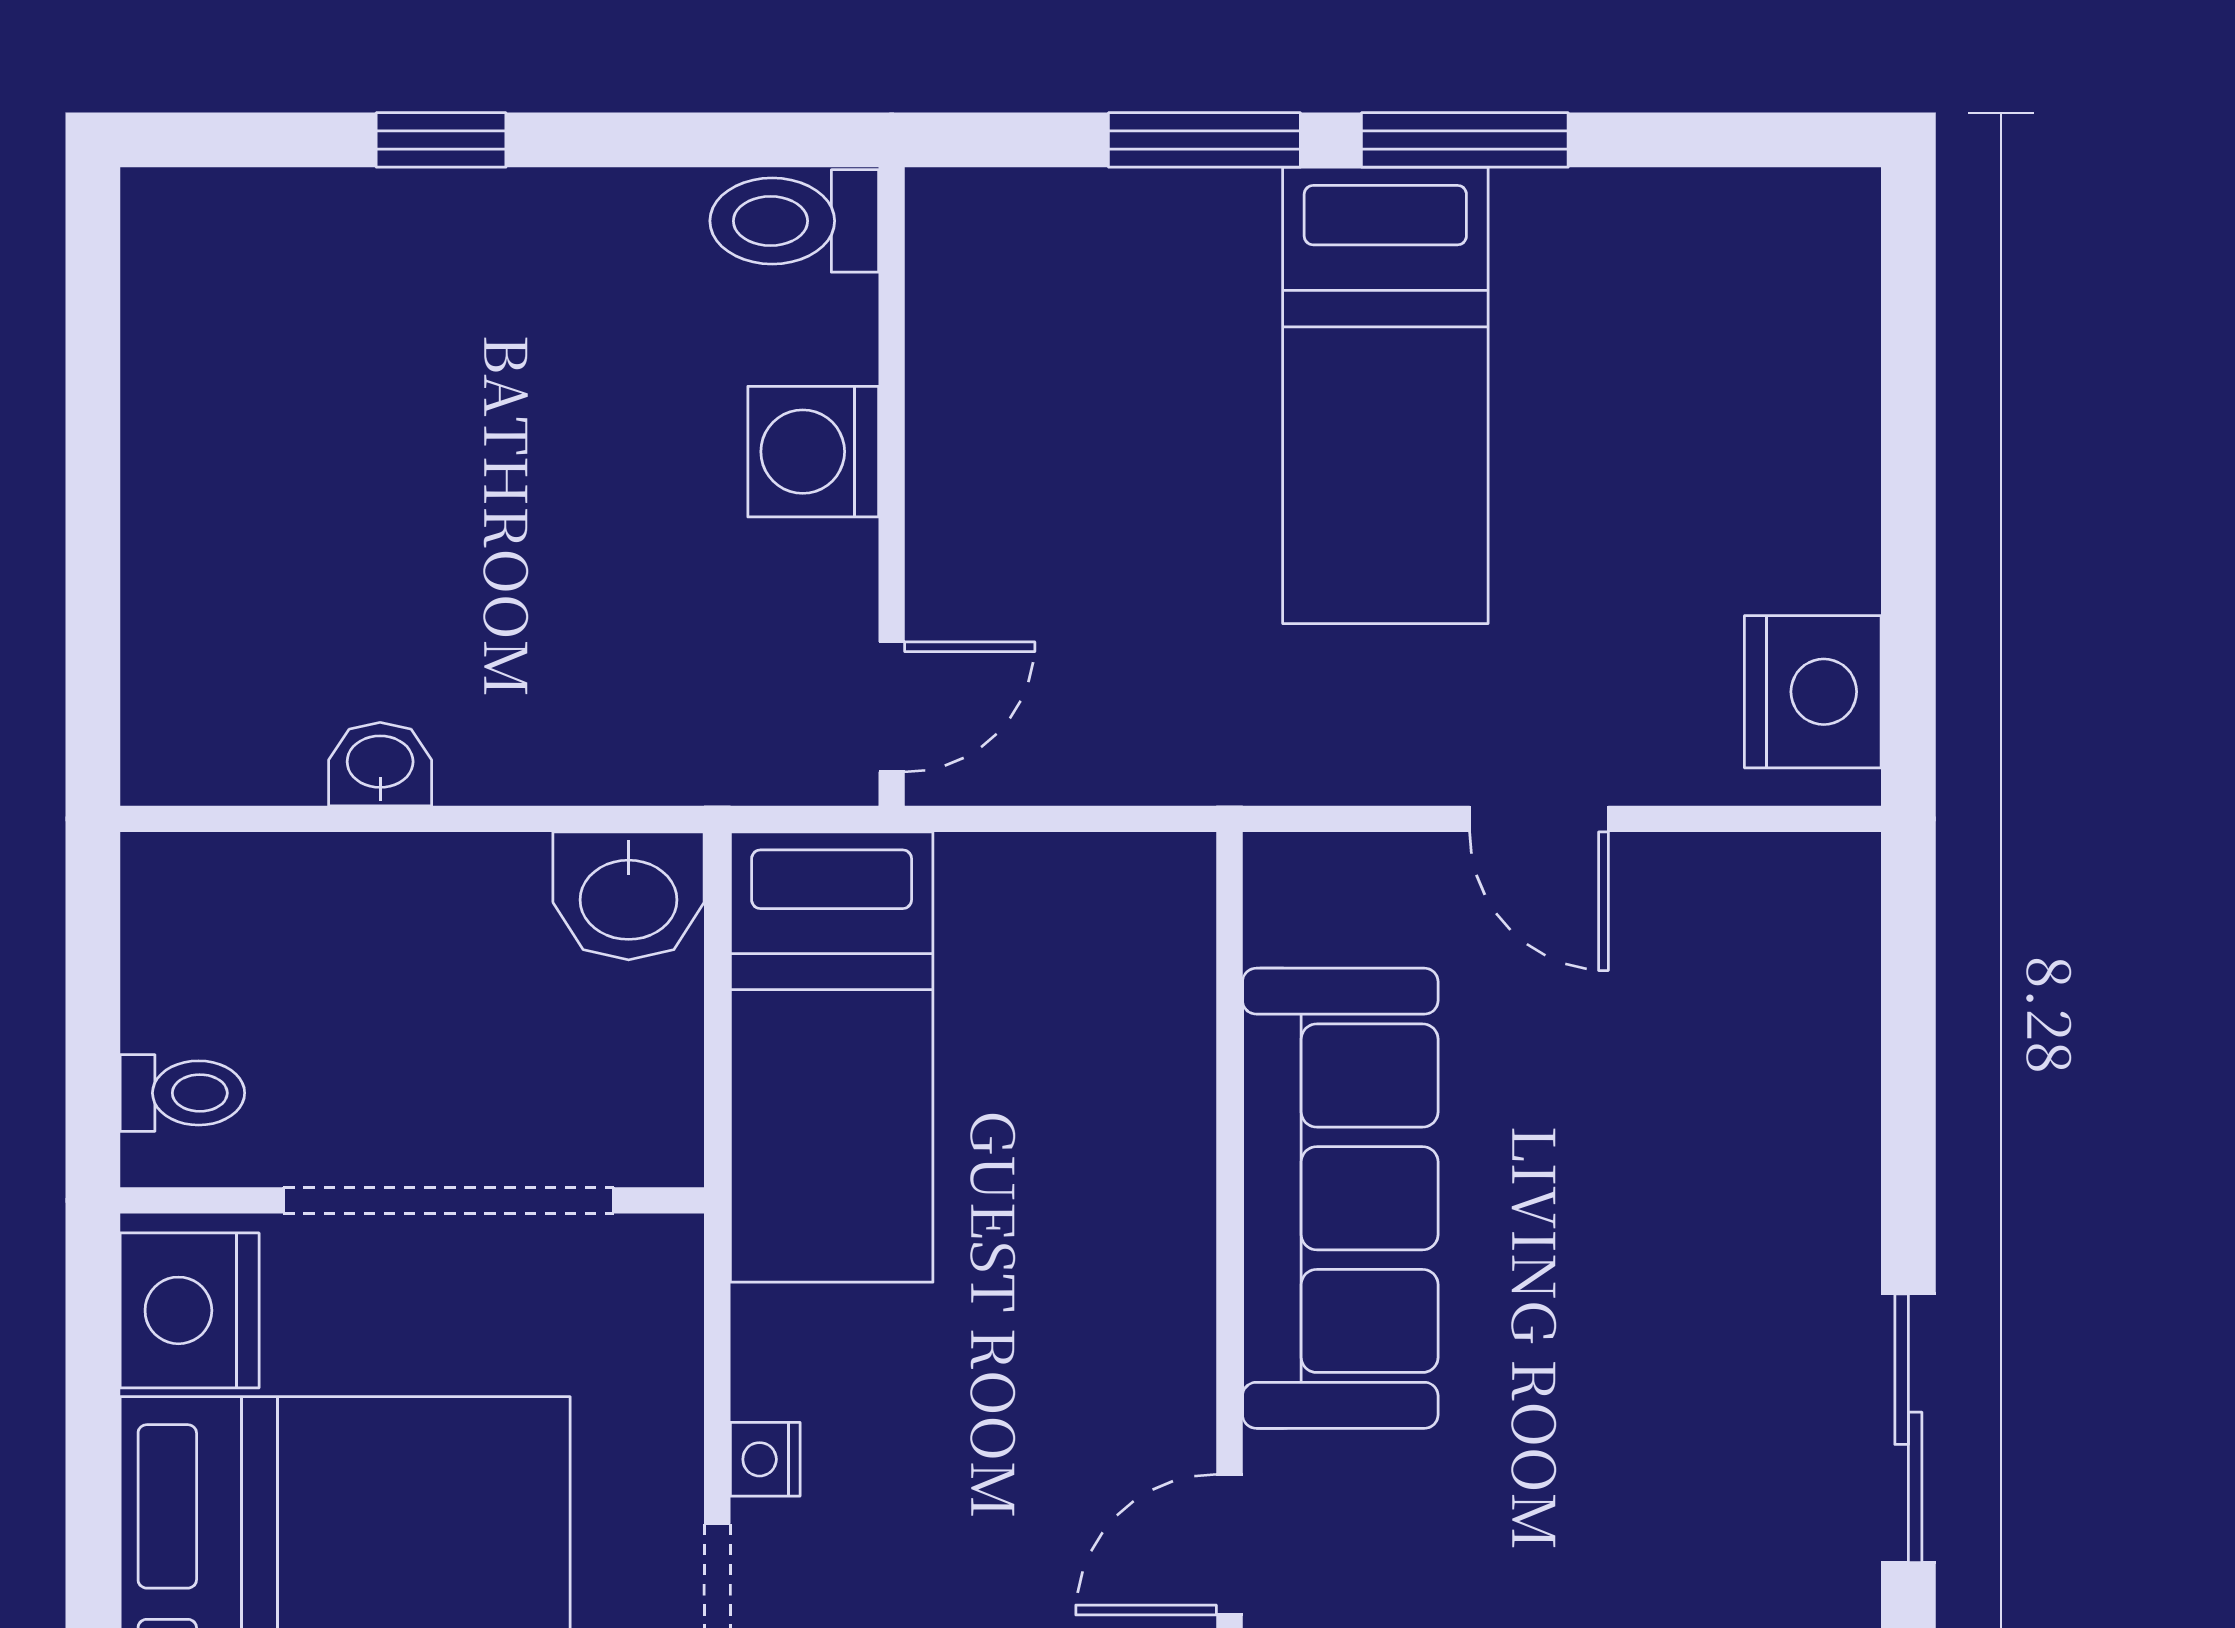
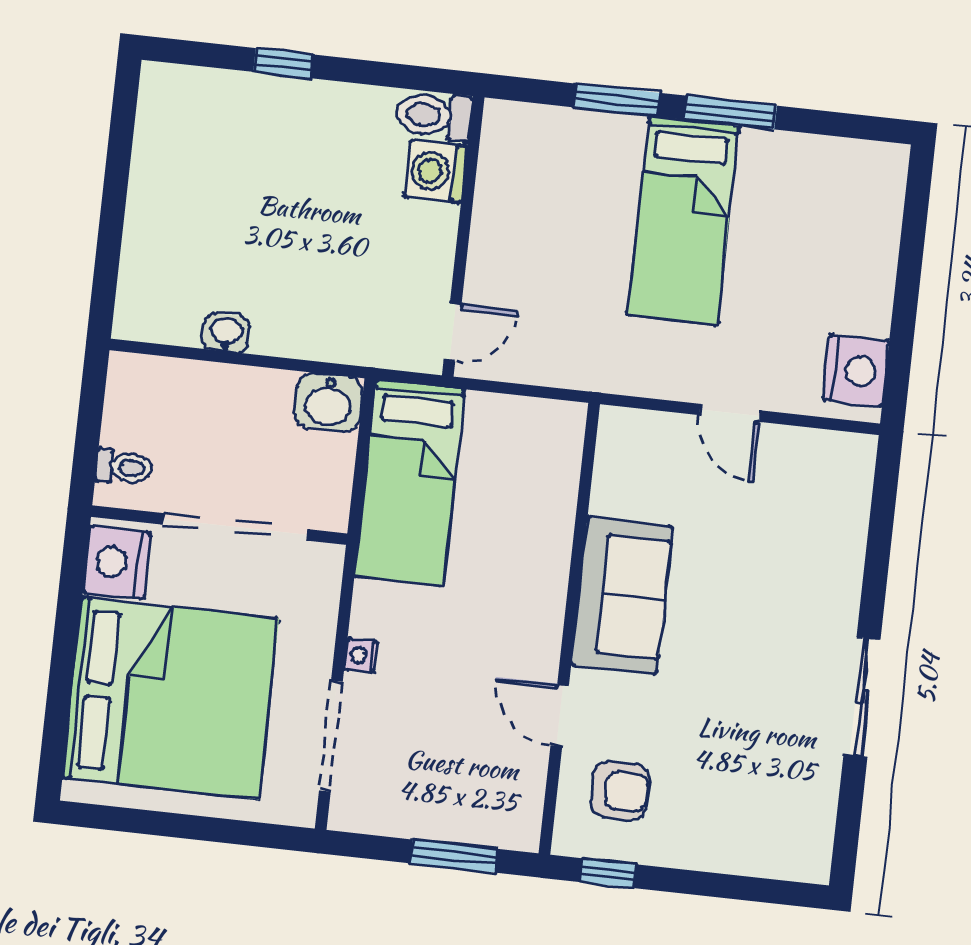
washing machine: (813, 452) -> (436, 171), moved
sofa: (1340, 1198) -> (622, 596), width x0.73
door: (1229, 1545) -> (560, 715), hinge flipped

